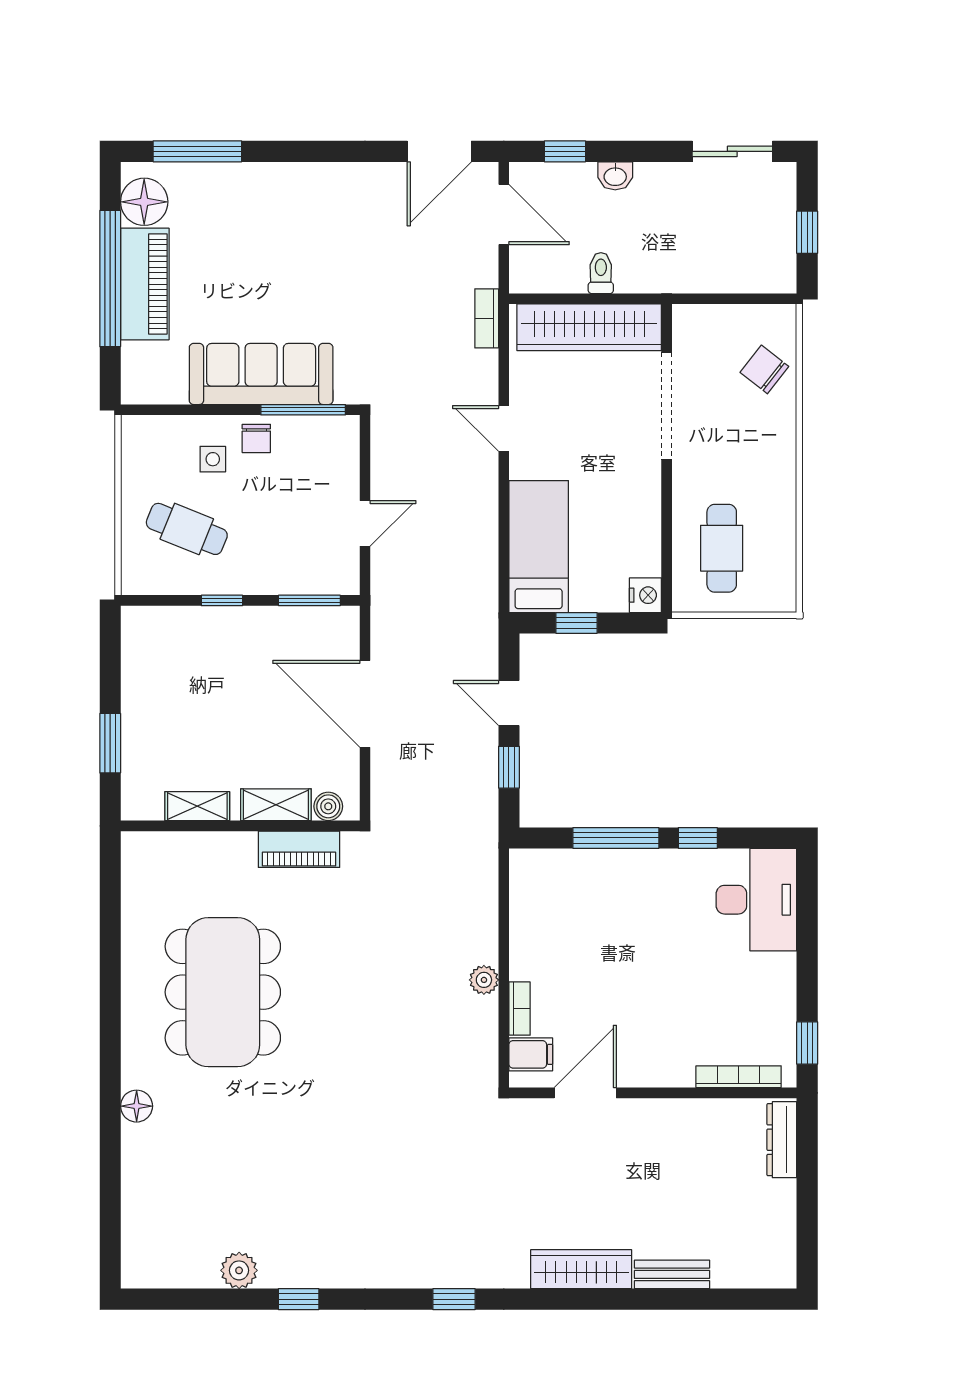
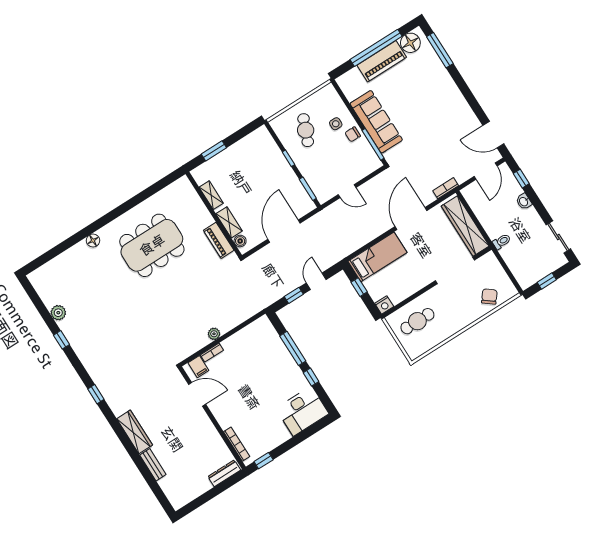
toilet: (601, 273) -> (502, 241), moved
door: (504, 428) -> (411, 219), width x1.87

